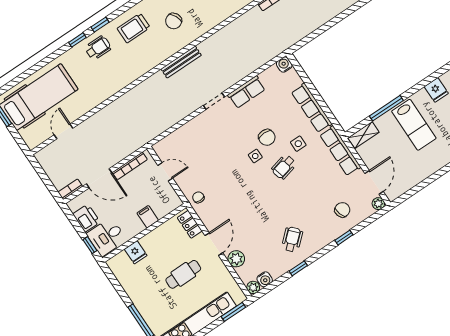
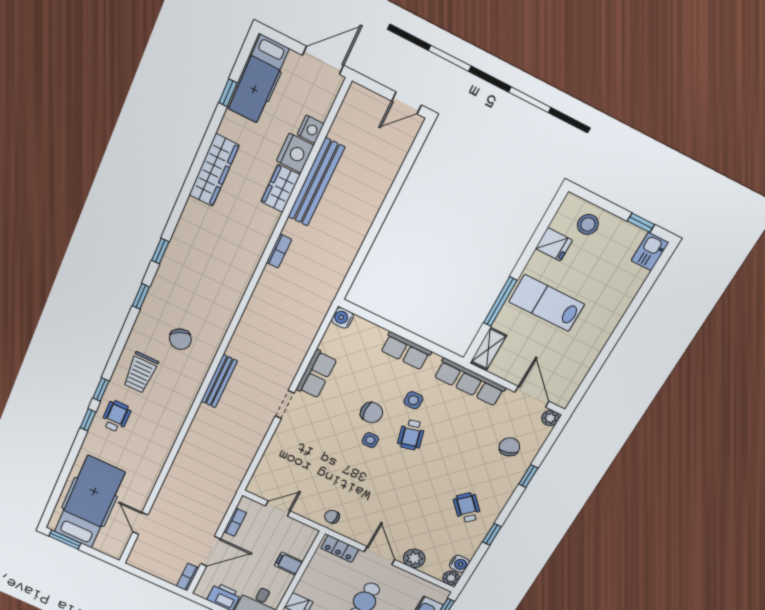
row of seats: (312, 108) -> (406, 351), width x0.68
lab bench: (414, 125) -> (547, 303), turned 180
bookcase: (130, 166) -> (235, 522), width x0.64

